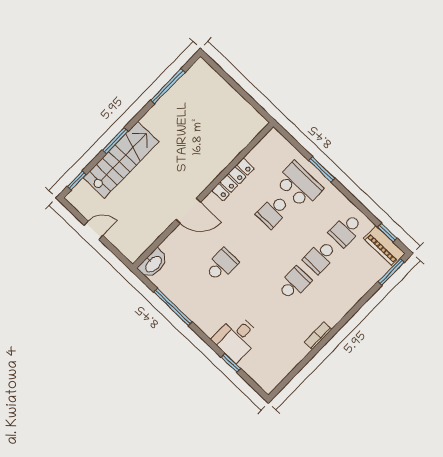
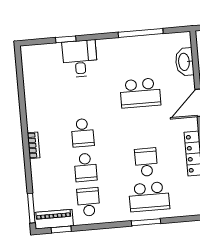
school desk: (320, 257) -> (86, 167), turned 180
washbasin: (153, 264) -> (184, 62), moved
school desk: (222, 265) -> (140, 93), width x1.85
bookcase: (318, 336) -> (34, 145), moved

